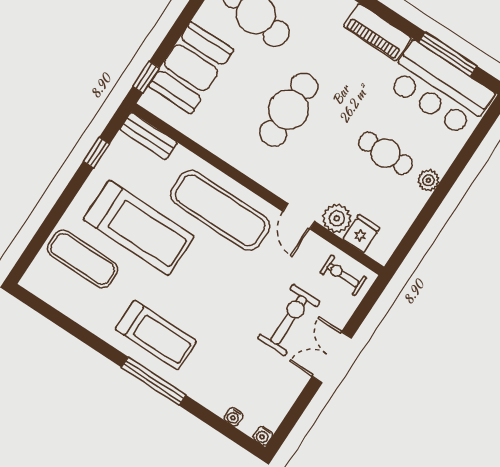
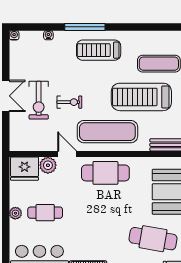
cafe table: (289, 110) -> (105, 173), moved, turned 90
fridge: (361, 234) -> (25, 169), width x1.88, depth x1.34
exercise bike: (343, 275) -> (69, 102), moved
water cooler: (234, 417) -> (48, 35), moved

